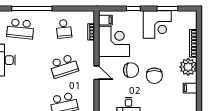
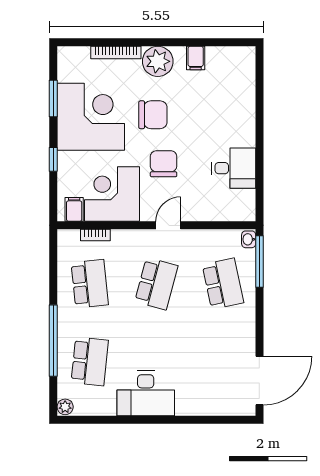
corner desk: (157, 24) -> (91, 117), width x1.36, depth x1.36
school desk: (64, 29) -> (90, 284), width x1.85
school desk: (64, 66) -> (156, 284), turned 33
chair: (154, 76) -> (153, 115), moved

